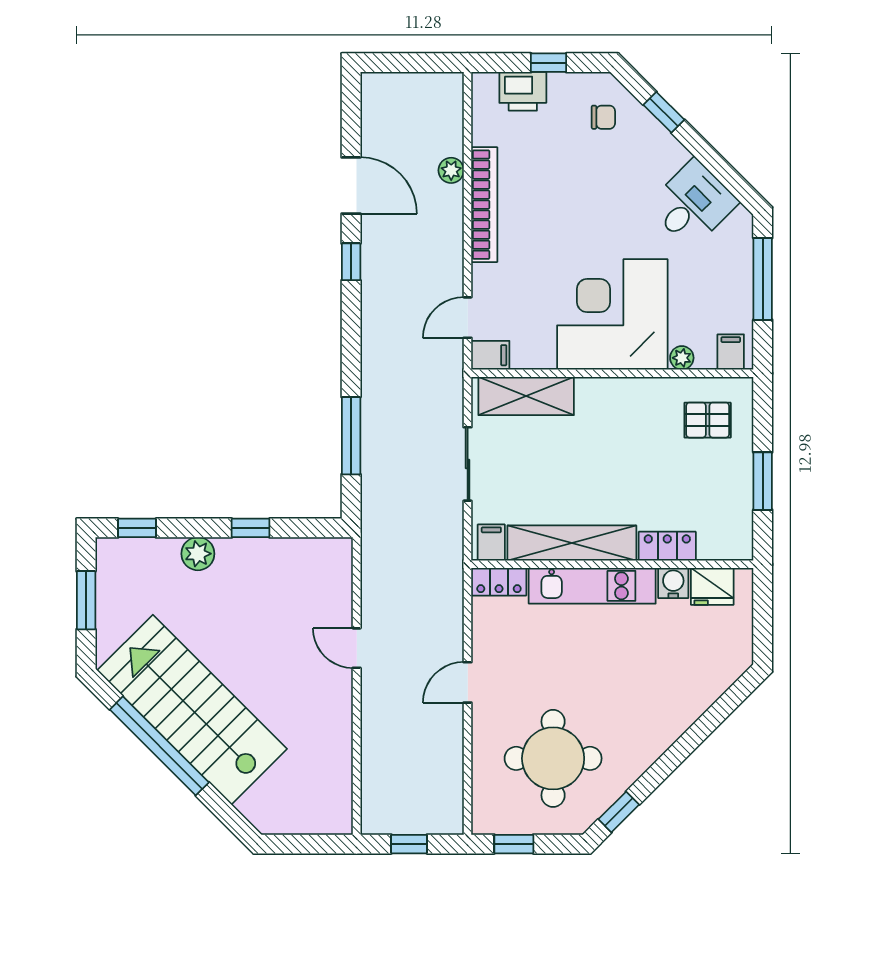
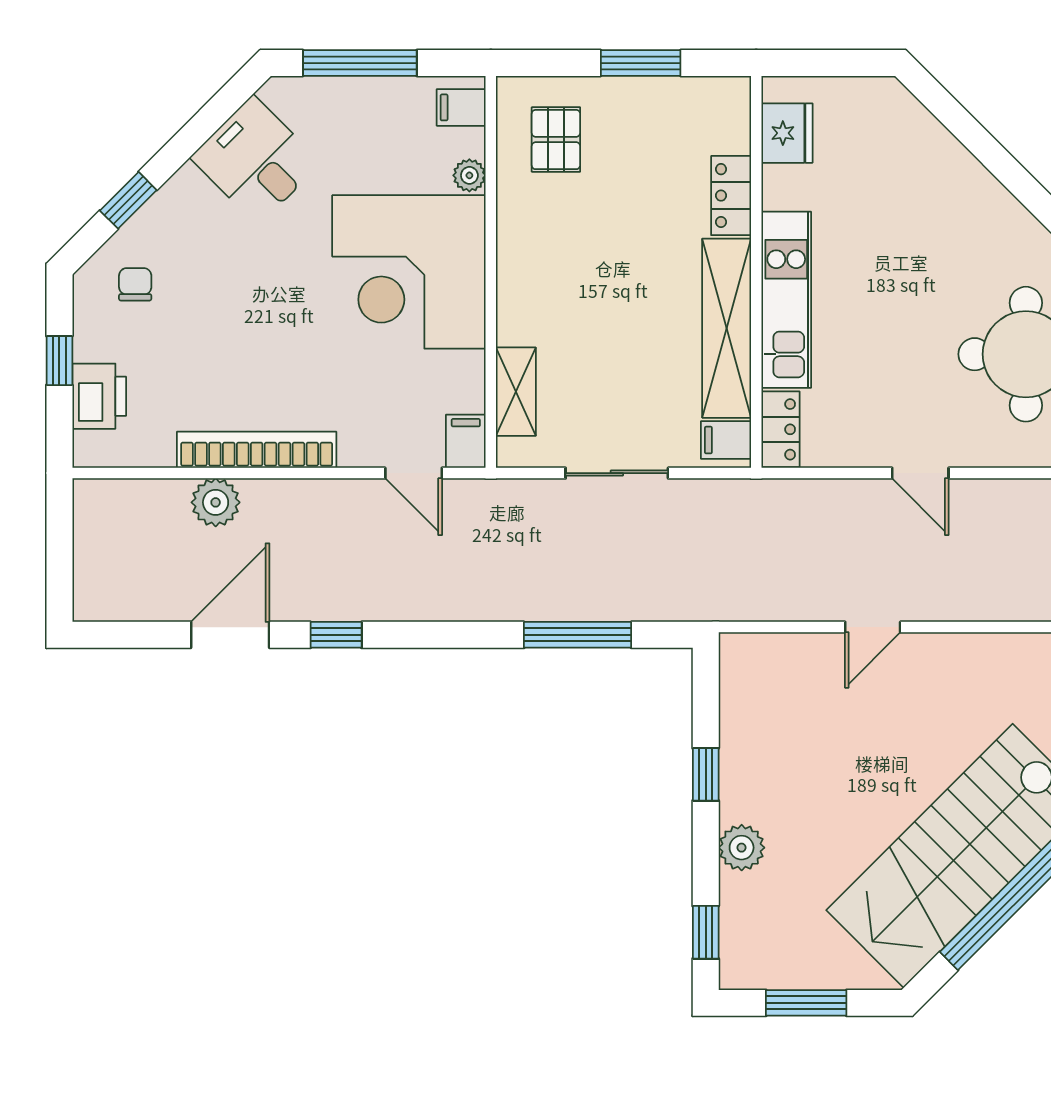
plant: (451, 170) -> (216, 502), width x1.38, depth x1.38
shelving: (526, 396) -> (516, 392), width x0.67, depth x0.75
water cooler: (673, 583) -> (782, 187), removed

